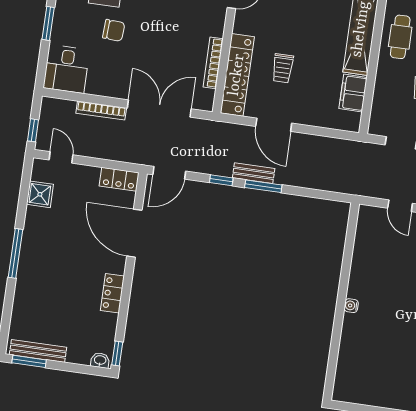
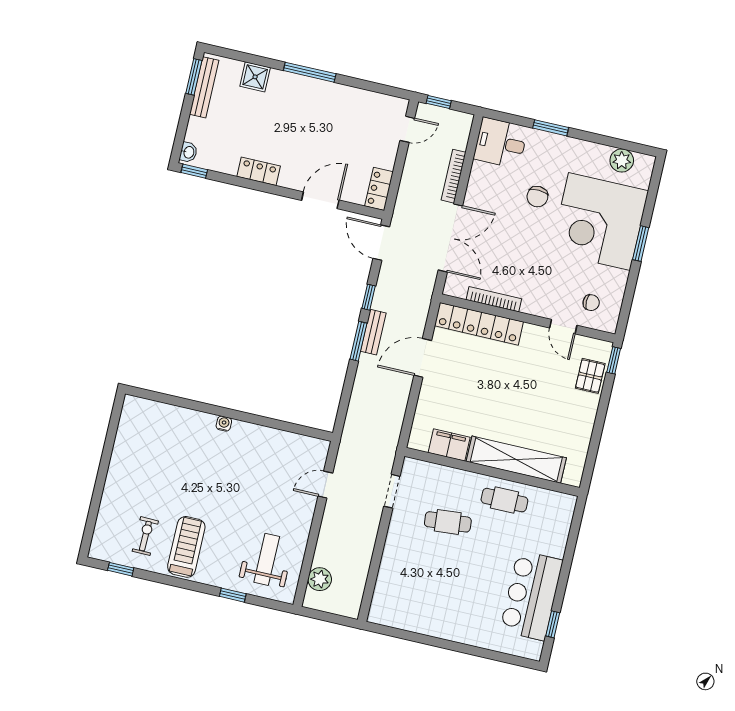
trolley: (283, 68) -> (482, 372), removed
shower: (40, 194) -> (255, 77), moved
door: (134, 233) -> (320, 200), width x0.73

